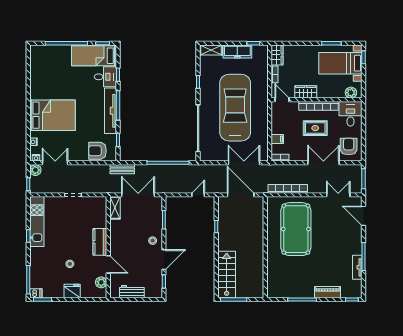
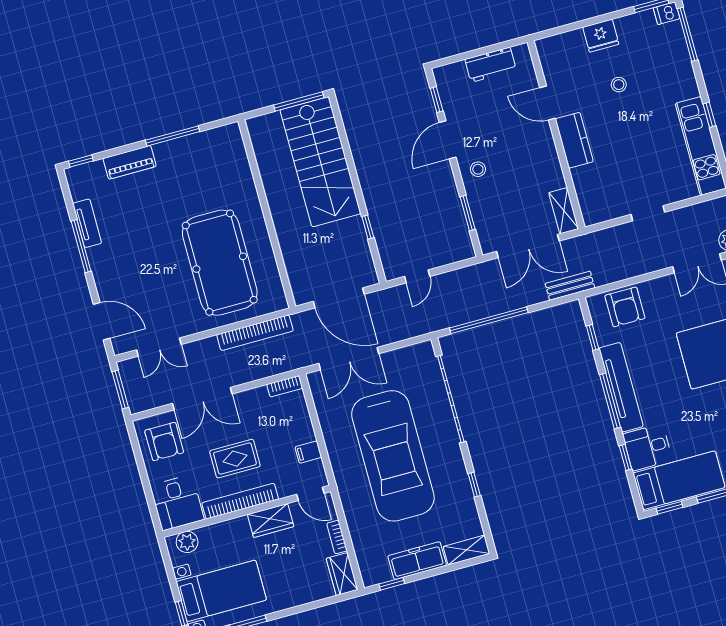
filing cabinet: (277, 139) -> (308, 452), moved
armchair: (97, 151) -> (625, 307), turned 90
stairs: (227, 275) -> (320, 162), width x1.36, depth x1.51
plant: (101, 282) -> (552, 66), removed

